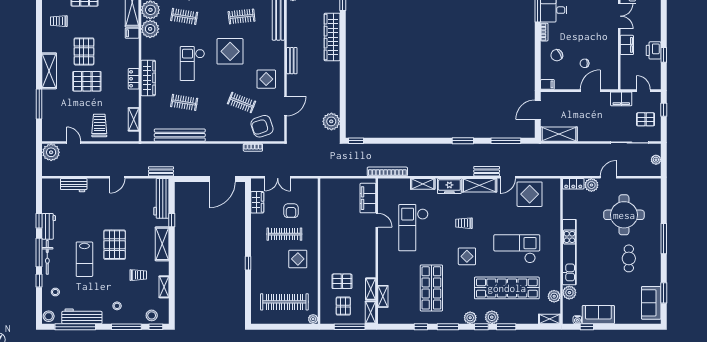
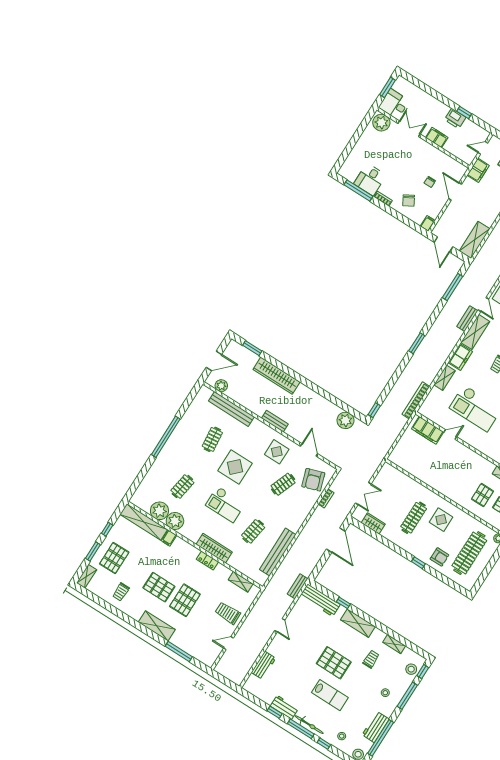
window: (463, 141) -> (417, 343), moved
plant: (51, 152) -> (225, 667), removed
armchair: (291, 211) -> (440, 557), moved
workbench: (82, 316) -> (376, 727), width x0.73

